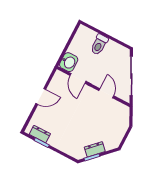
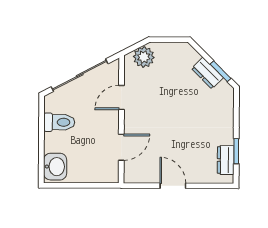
toilet: (99, 45) -> (59, 122), moved
washbasin: (69, 62) -> (55, 167), moved, turned 90
plant: (123, 118) -> (144, 57), added

